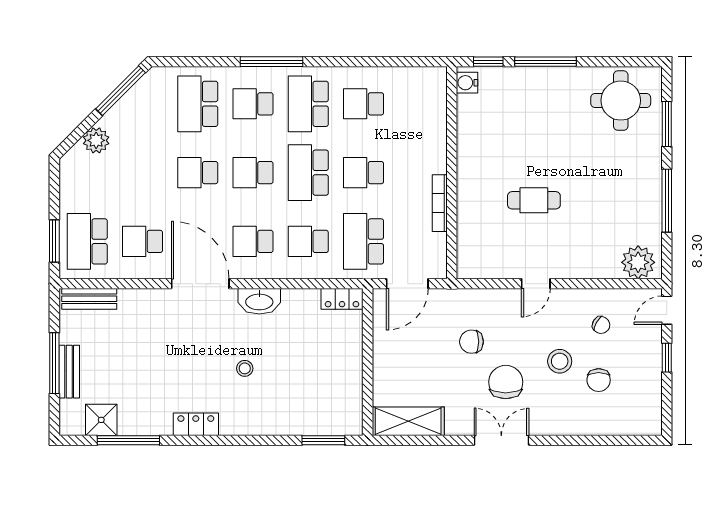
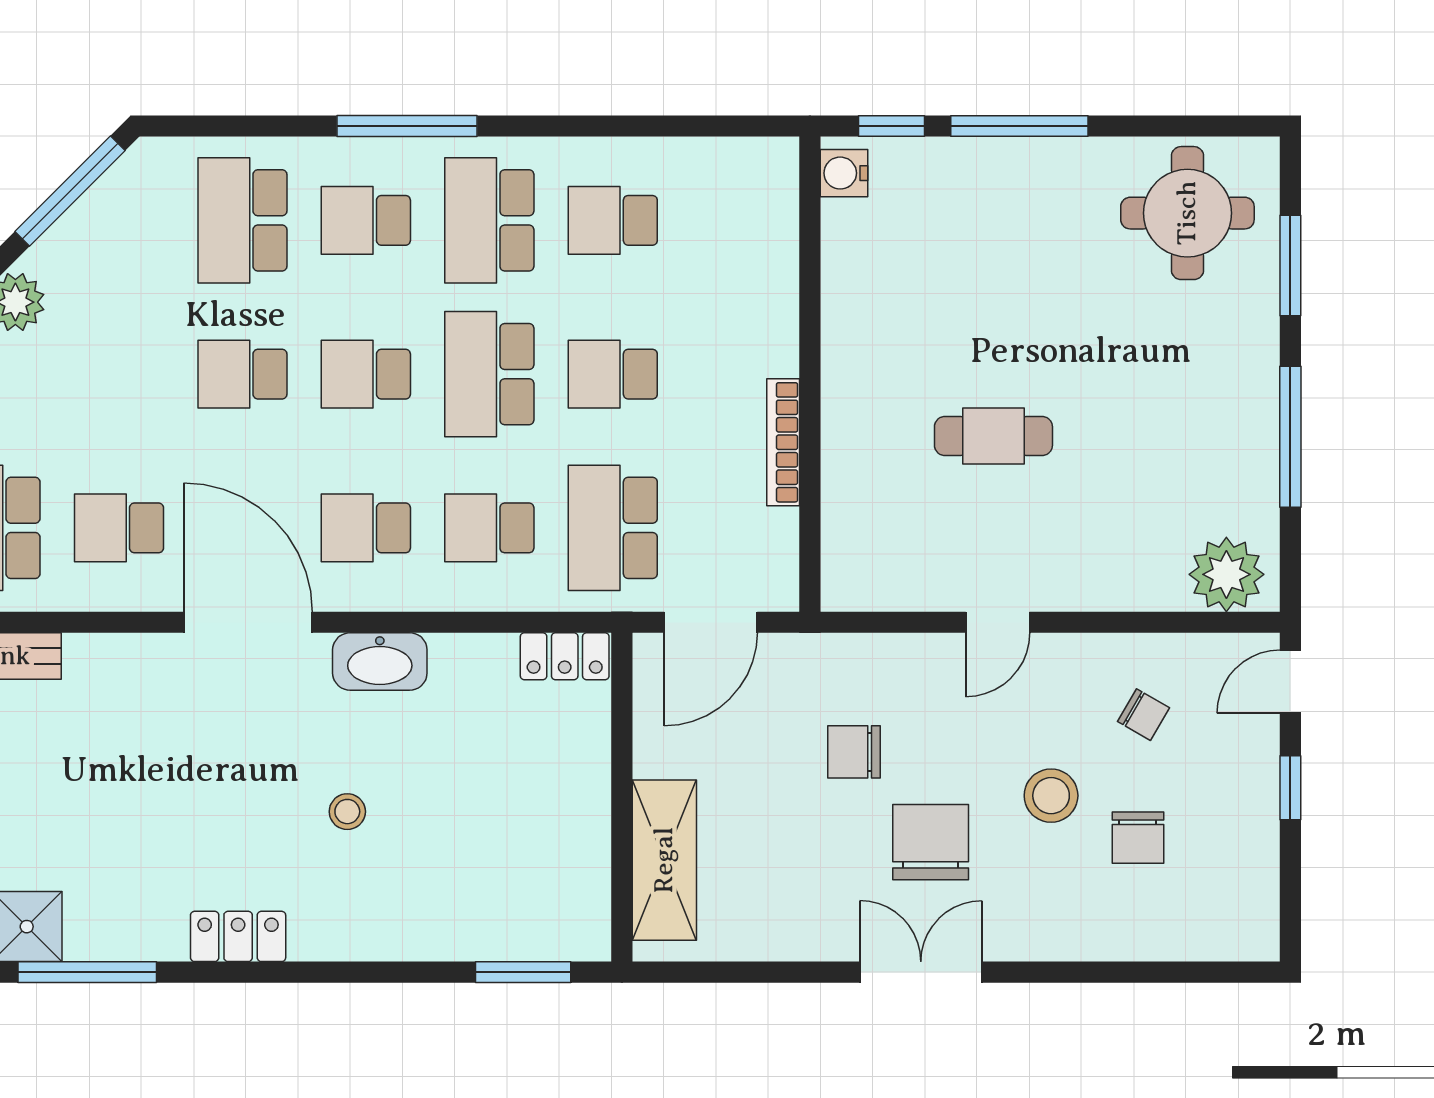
shelving: (408, 421) -> (664, 860), moved, turned 90

